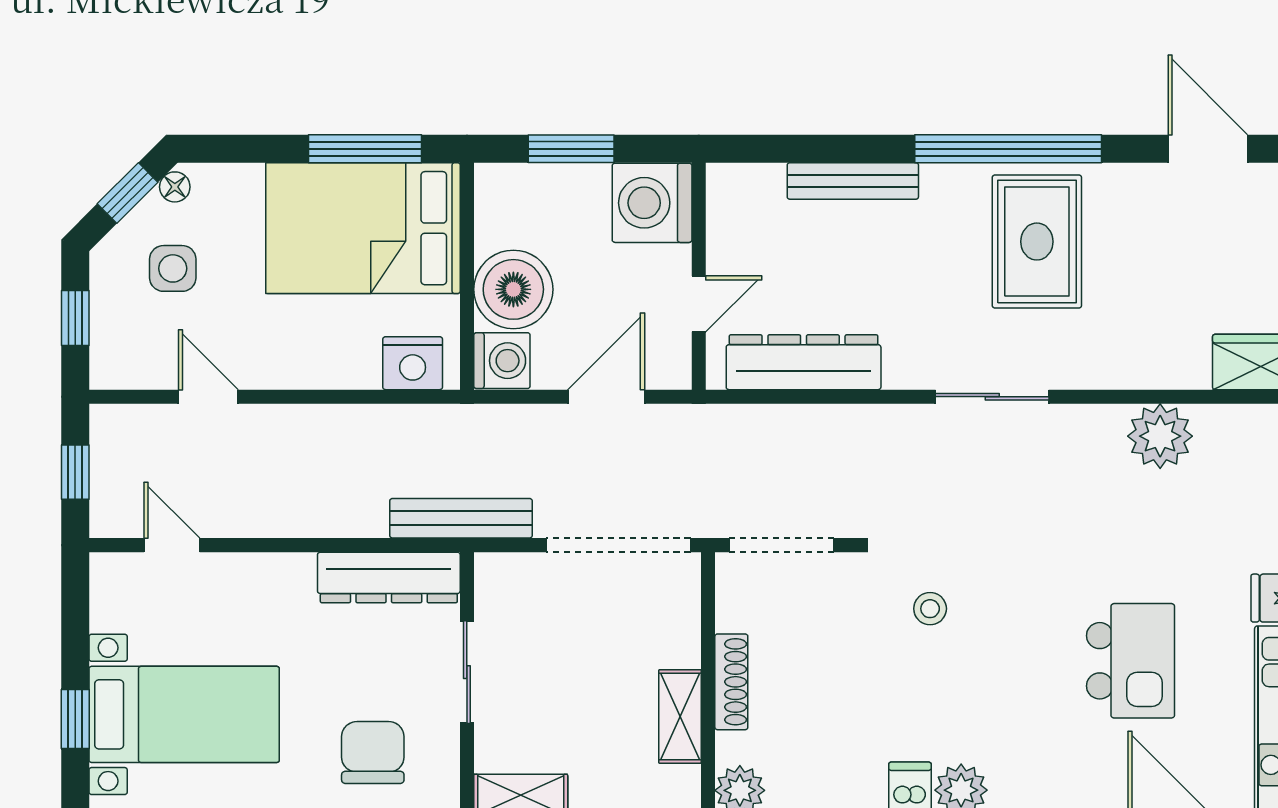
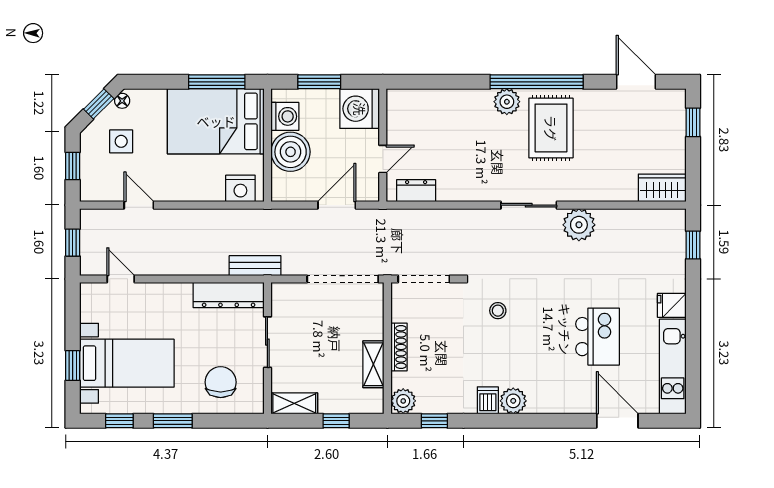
bench: (853, 181) -> (459, 98), removed
plant: (948, 189) -> (507, 102), added
washing machine: (502, 361) -> (285, 116), moved
dresser: (804, 362) -> (416, 191), width x0.51, depth x0.80
plant: (1160, 436) -> (579, 225), moved
bench: (461, 518) -> (255, 266), width x0.73

